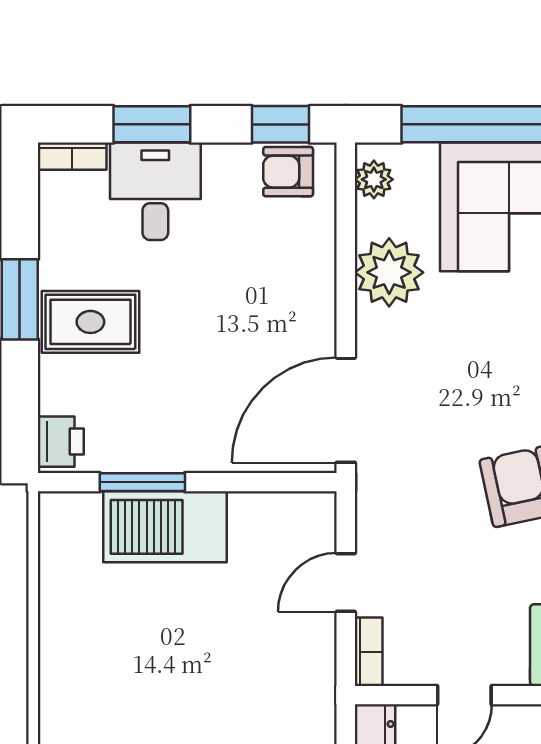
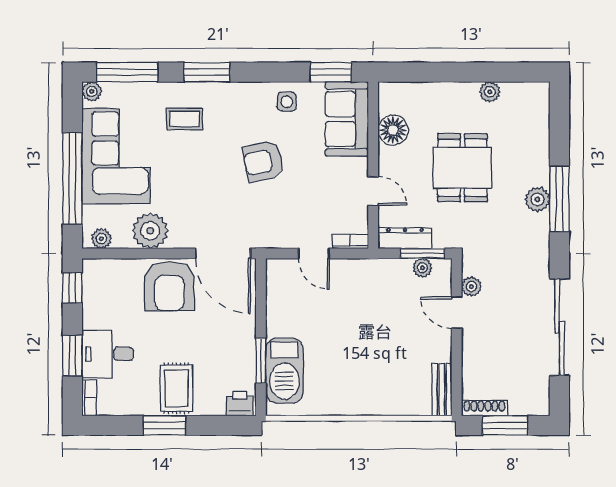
armchair: (288, 172) -> (169, 286), moved, width x1.88, depth x1.88
barbecue: (165, 527) -> (284, 371), moved

